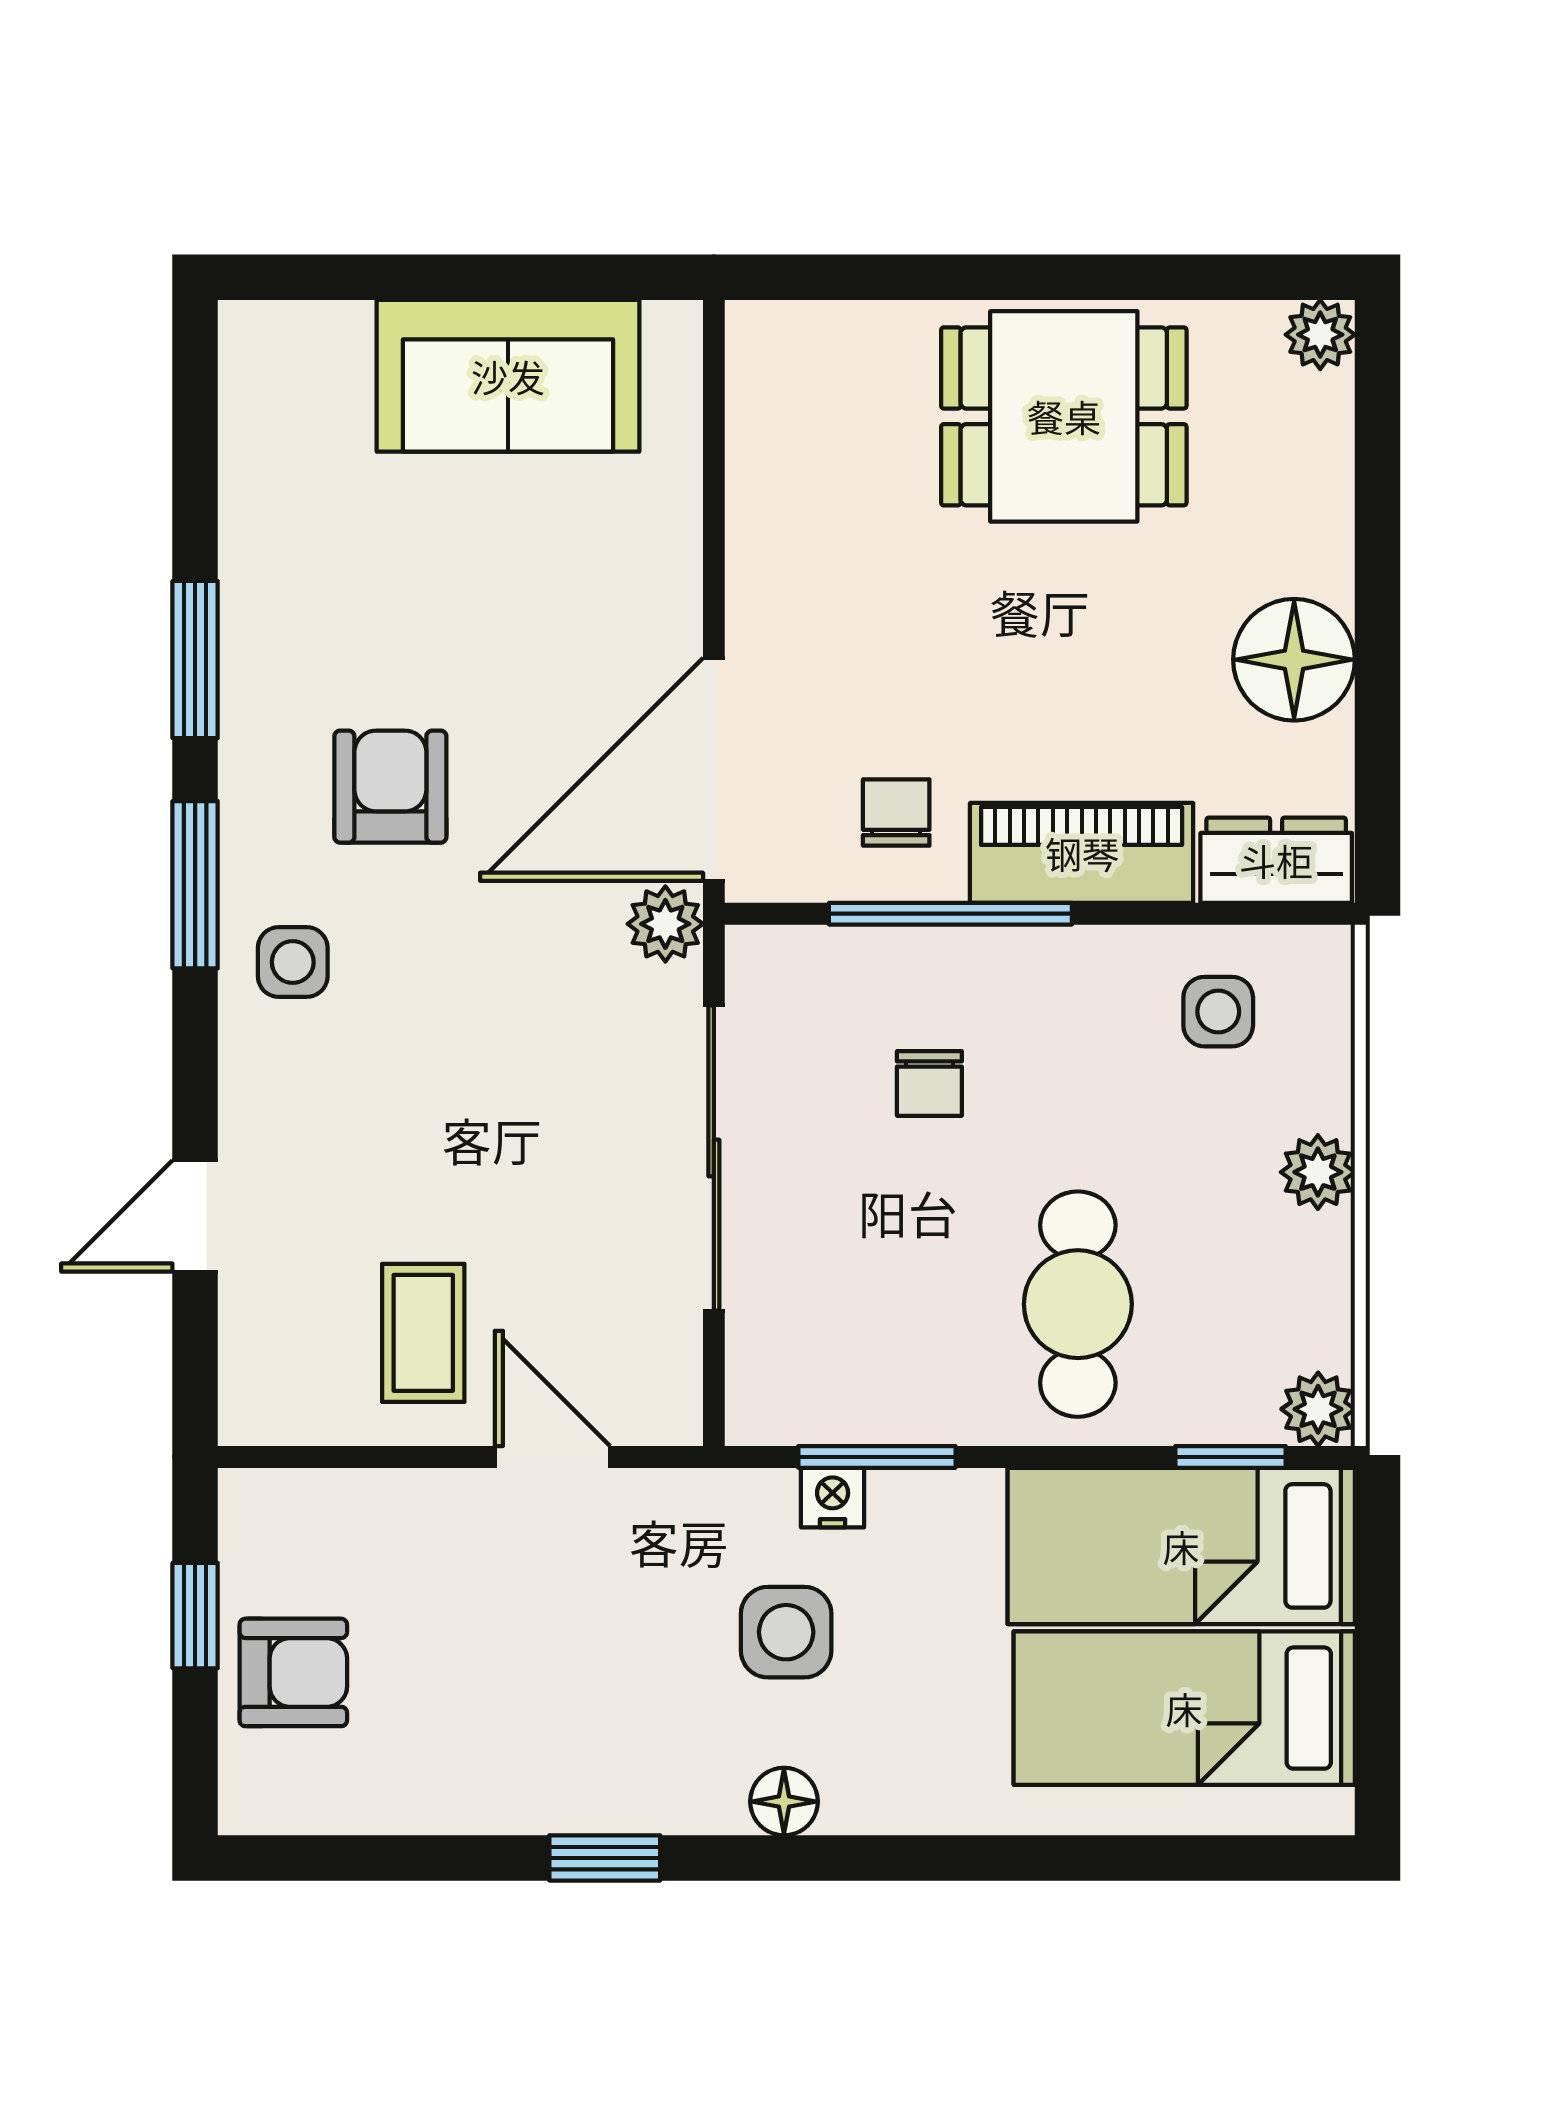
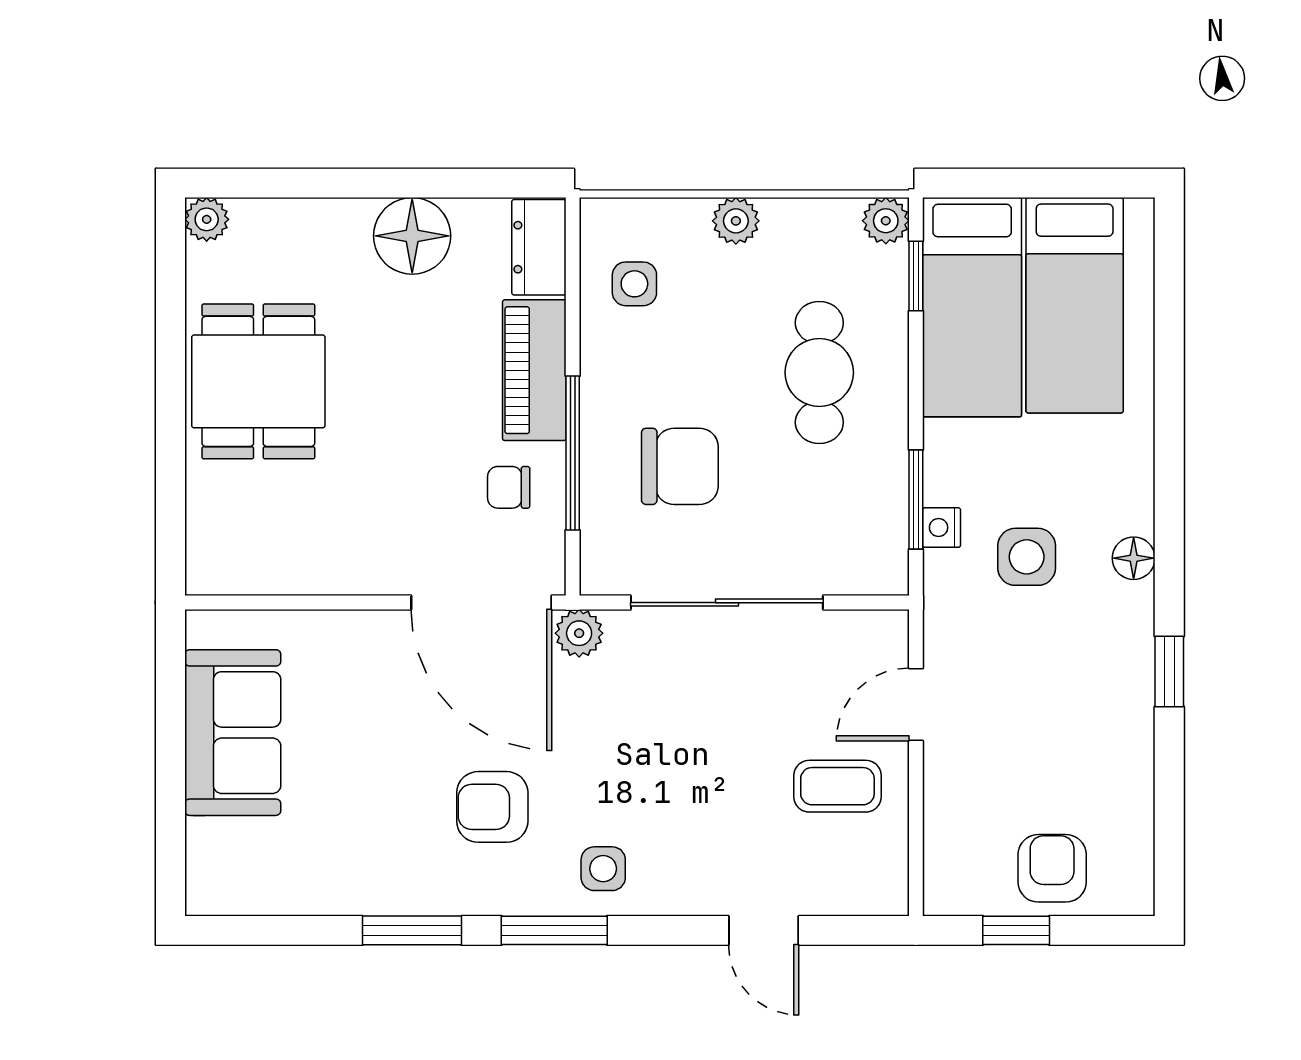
chair: (929, 1083) -> (680, 466), width x1.87, depth x1.87
cafe table: (1078, 1304) -> (819, 373), turned 90

